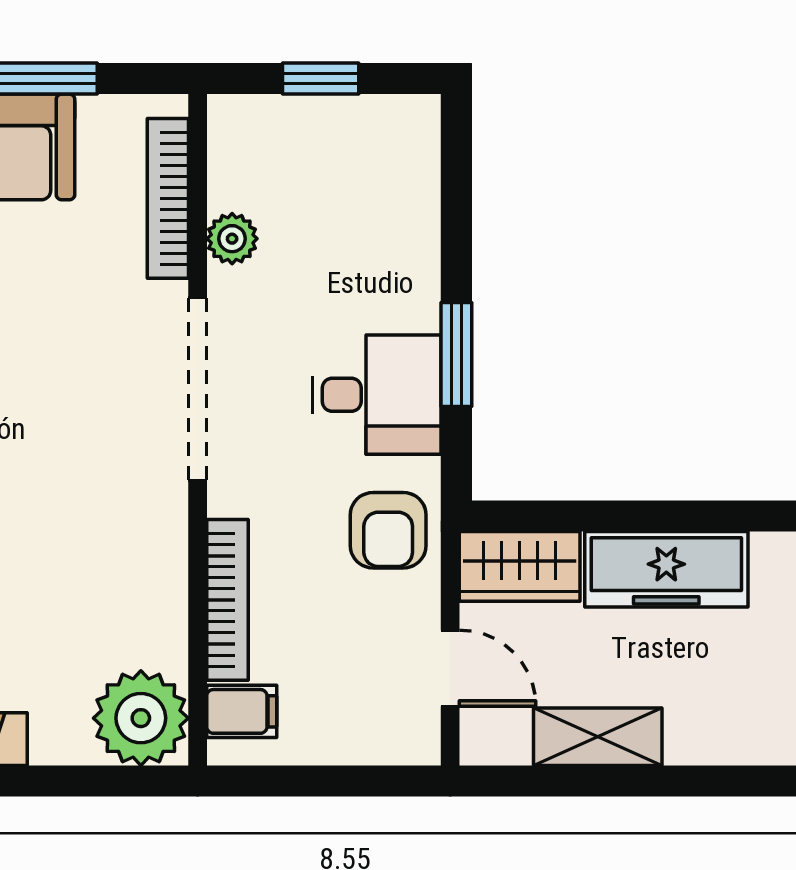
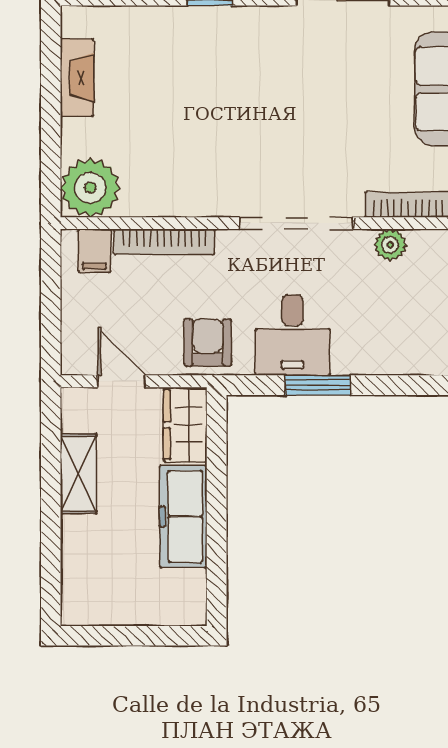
armchair: (388, 530) -> (208, 342), turned 90
door: (450, 668) -> (121, 381), swing flipped

